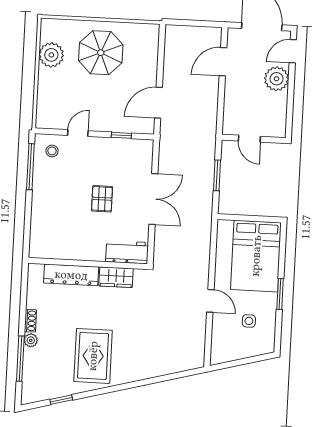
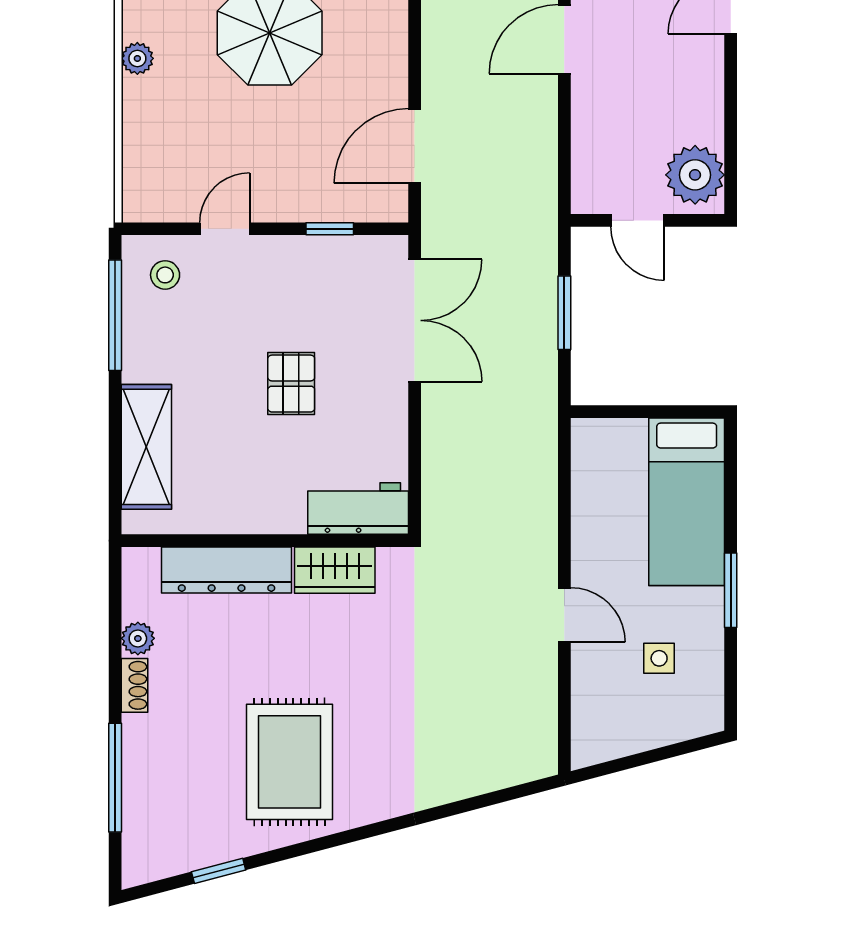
plant: (51, 55) -> (137, 58), width x0.53, depth x0.53
plant: (277, 79) -> (695, 175), moved
double door: (153, 199) -> (415, 320), moved
shelving: (41, 222) -> (146, 447), added
bed: (256, 256) -> (687, 502), width x0.67
plant: (31, 340) -> (138, 638), moved

